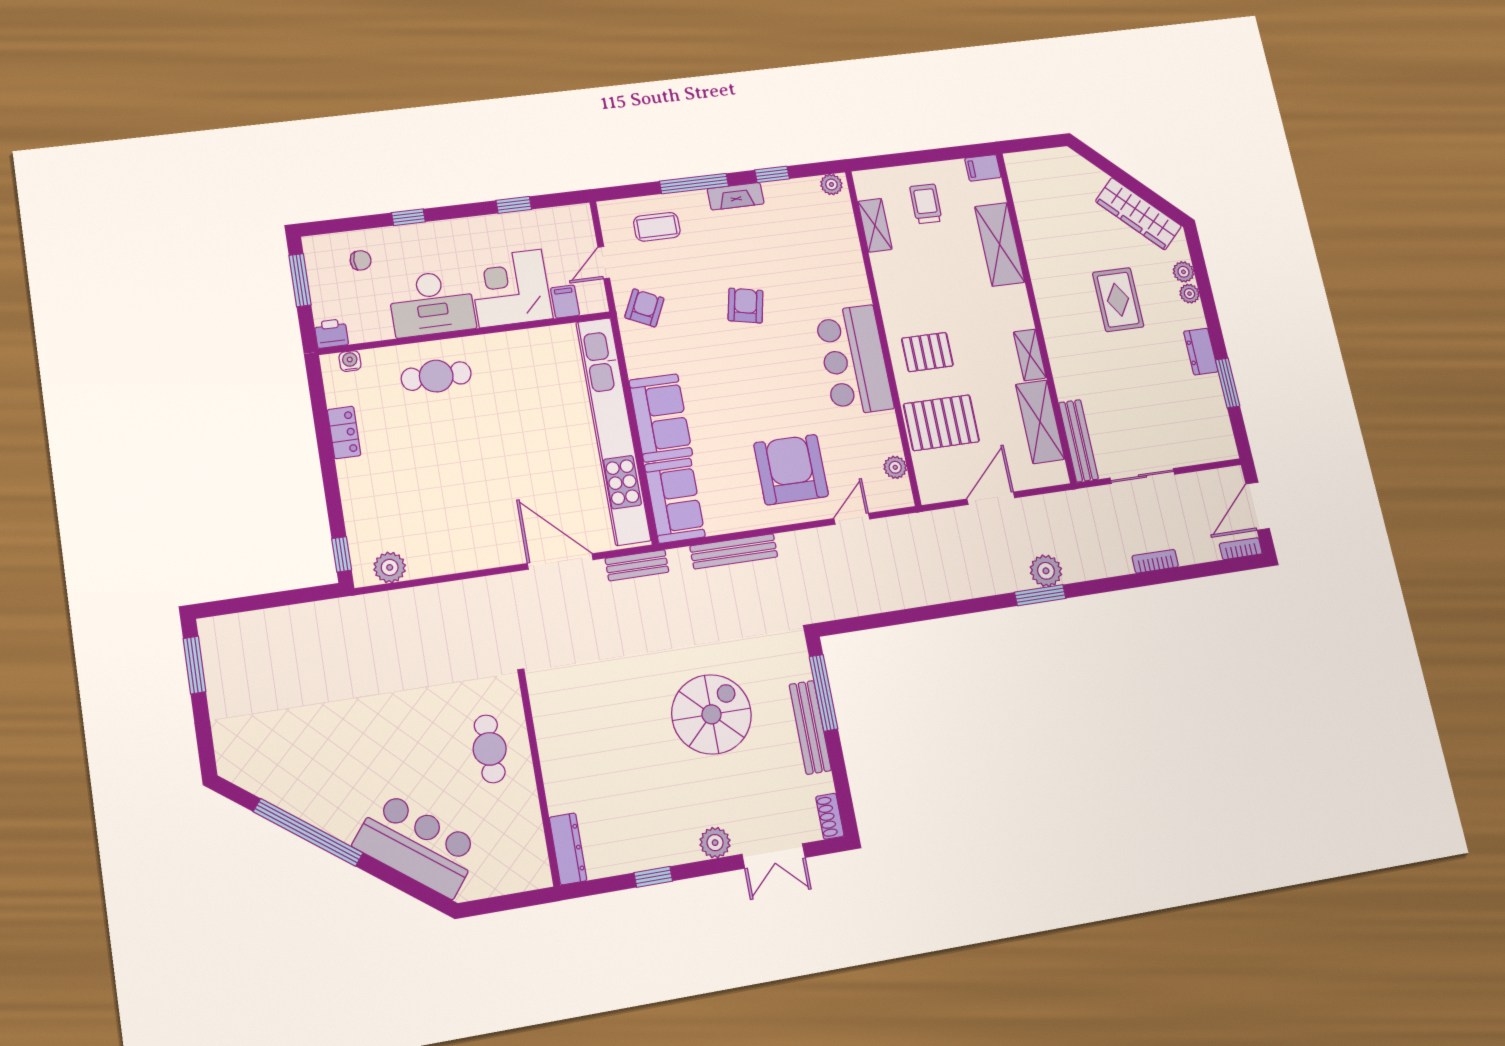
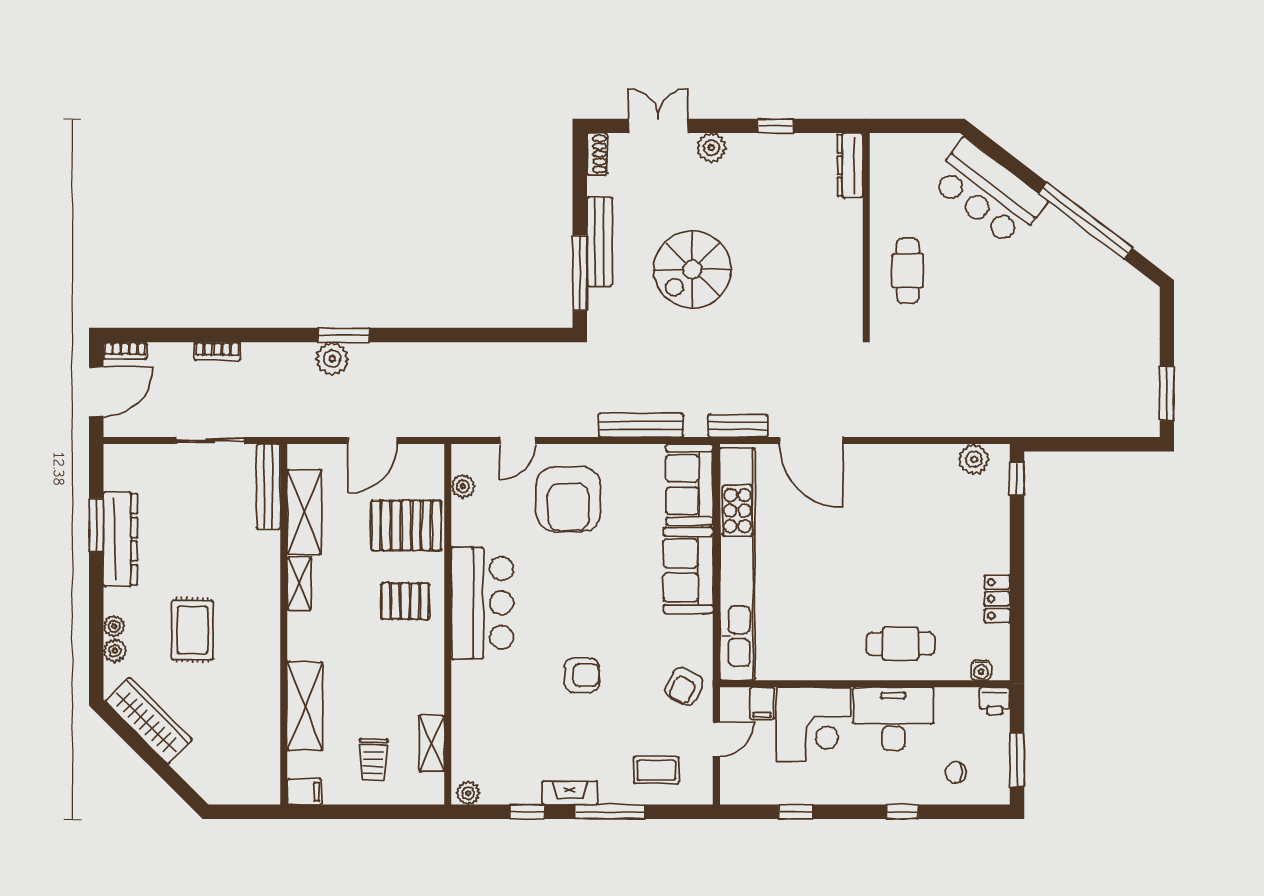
armchair: (746, 306) -> (582, 675), turned -102
dresser: (1201, 352) -> (120, 539), width x1.96, depth x1.24

